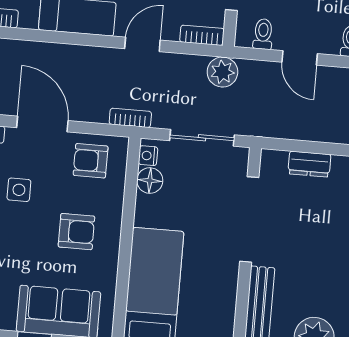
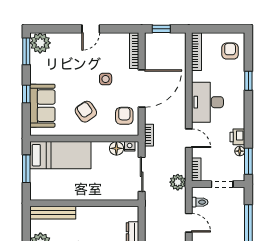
door: (300, 58) -> (189, 223), swing flipped
door: (42, 124) -> (142, 89), width x1.36
doorway: (249, 219) -> (100, 203), removed
armchair: (76, 232) -> (86, 112), turned 145

